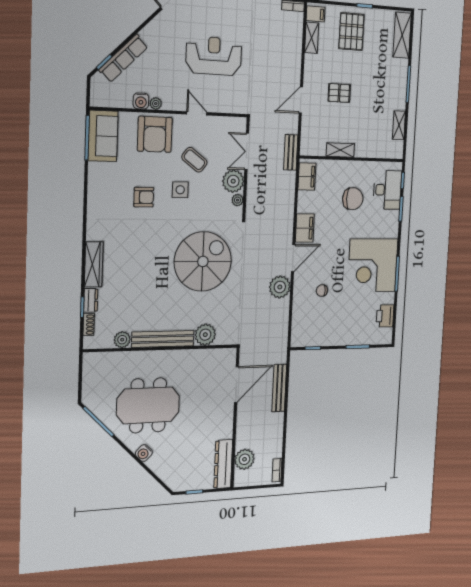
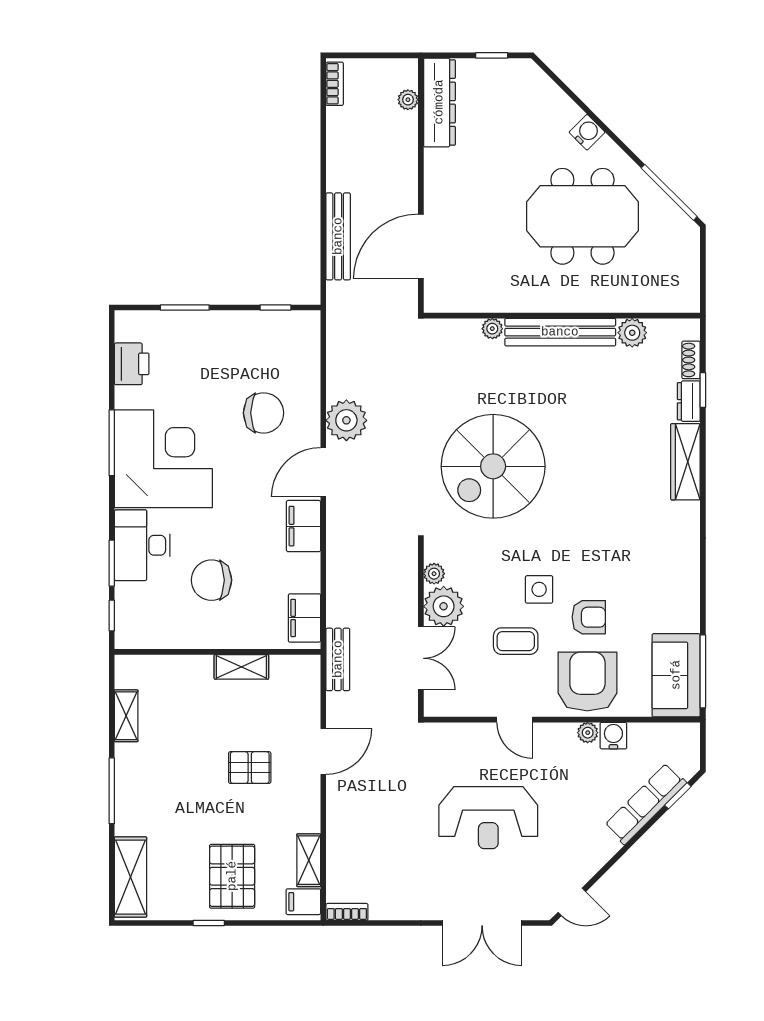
coffee table: (194, 160) -> (516, 641), turned -37
desk: (387, 190) -> (142, 545), moved
armchair: (144, 197) -> (589, 617), moved, turned 180
chair: (322, 291) -> (264, 413), width x1.87, depth x1.87
plant: (205, 335) -> (492, 329), width x0.53, depth x0.53
plant: (244, 459) -> (408, 100), width x0.53, depth x0.53

